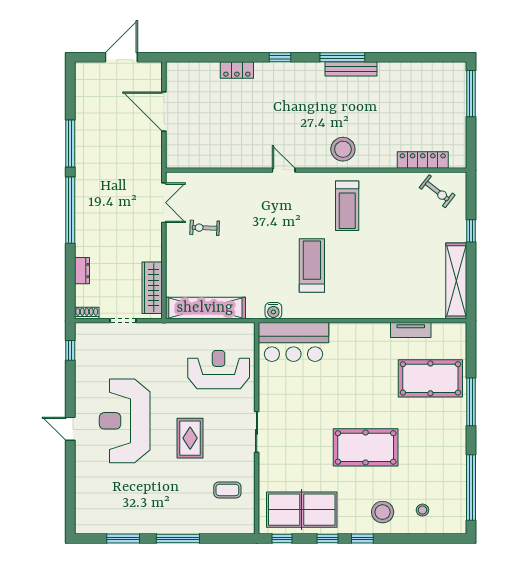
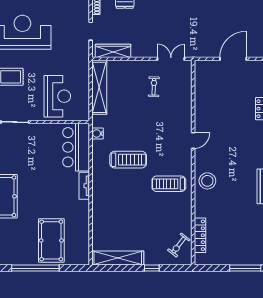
double door: (164, 203) -> (171, 59), swing flipped
tv unit: (411, 330) -> (84, 186), moved
window: (471, 402) -> (35, 268), width x1.46

